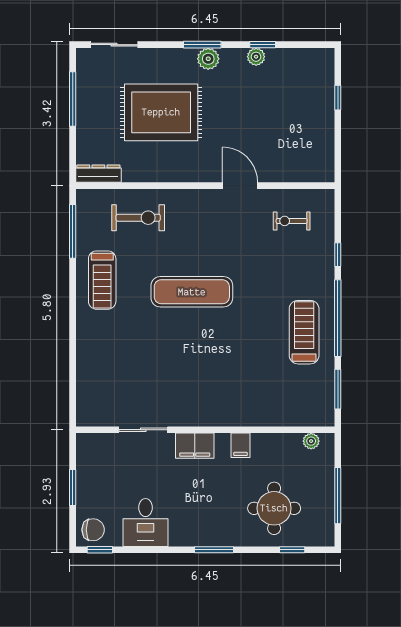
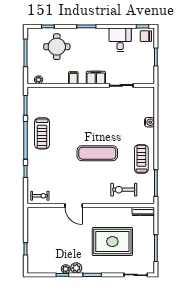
plant: (208, 59) -> (76, 268), moved
exercise bike: (292, 221) -> (40, 196), moved
water cooler: (86, 355) -> (150, 122), added

